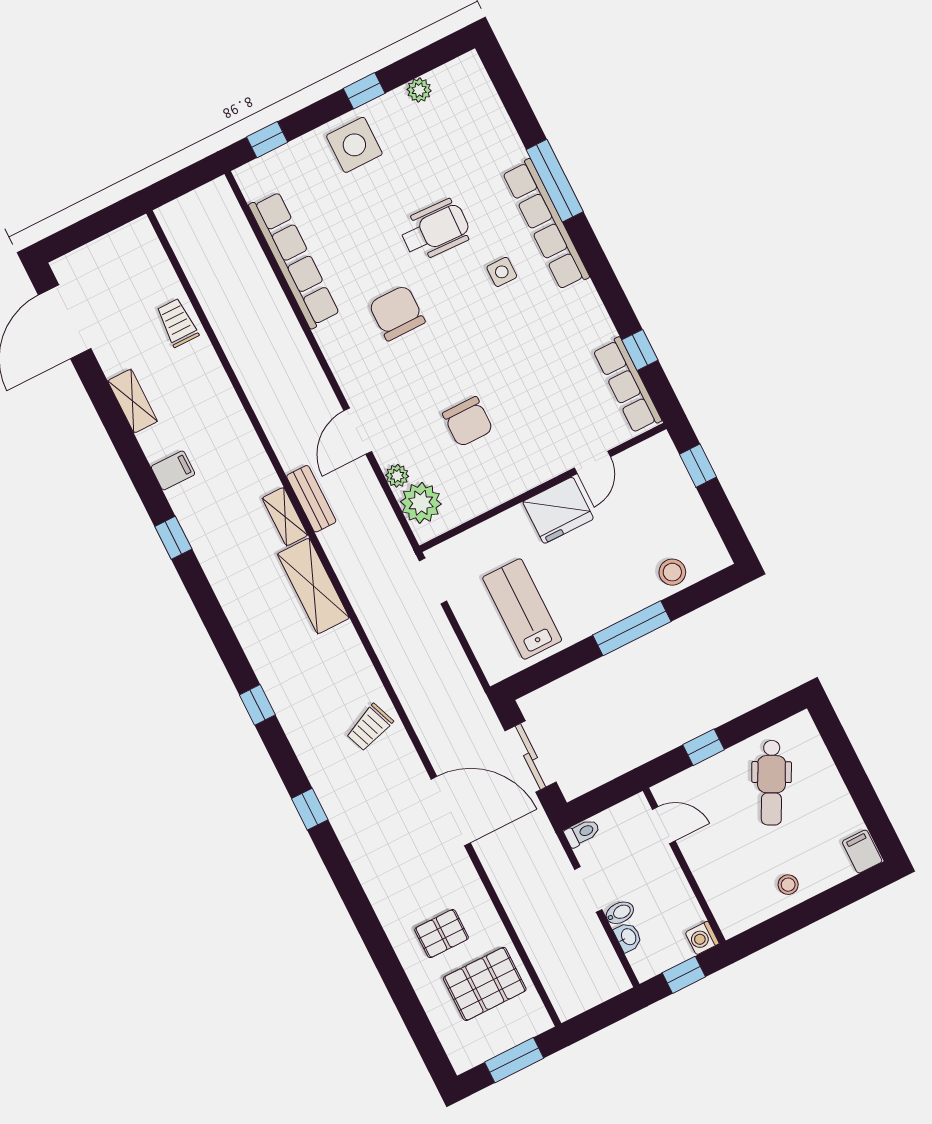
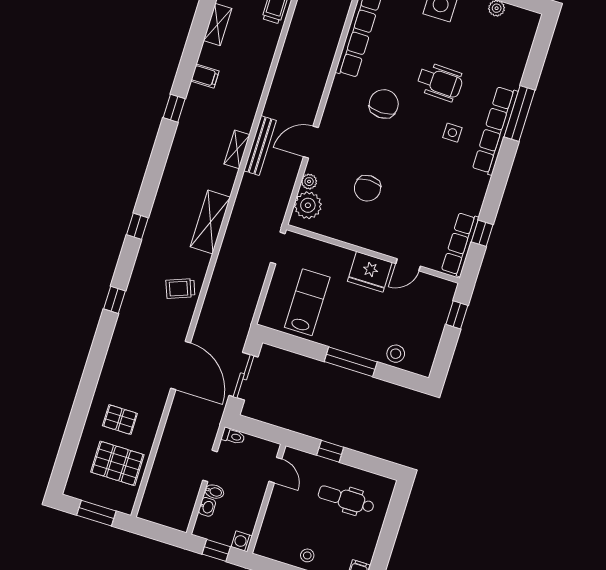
bench: (311, 499) -> (260, 146), width x1.36
shelving: (313, 586) -> (210, 222), moved
dental chair: (772, 783) -> (346, 499), turned 63

